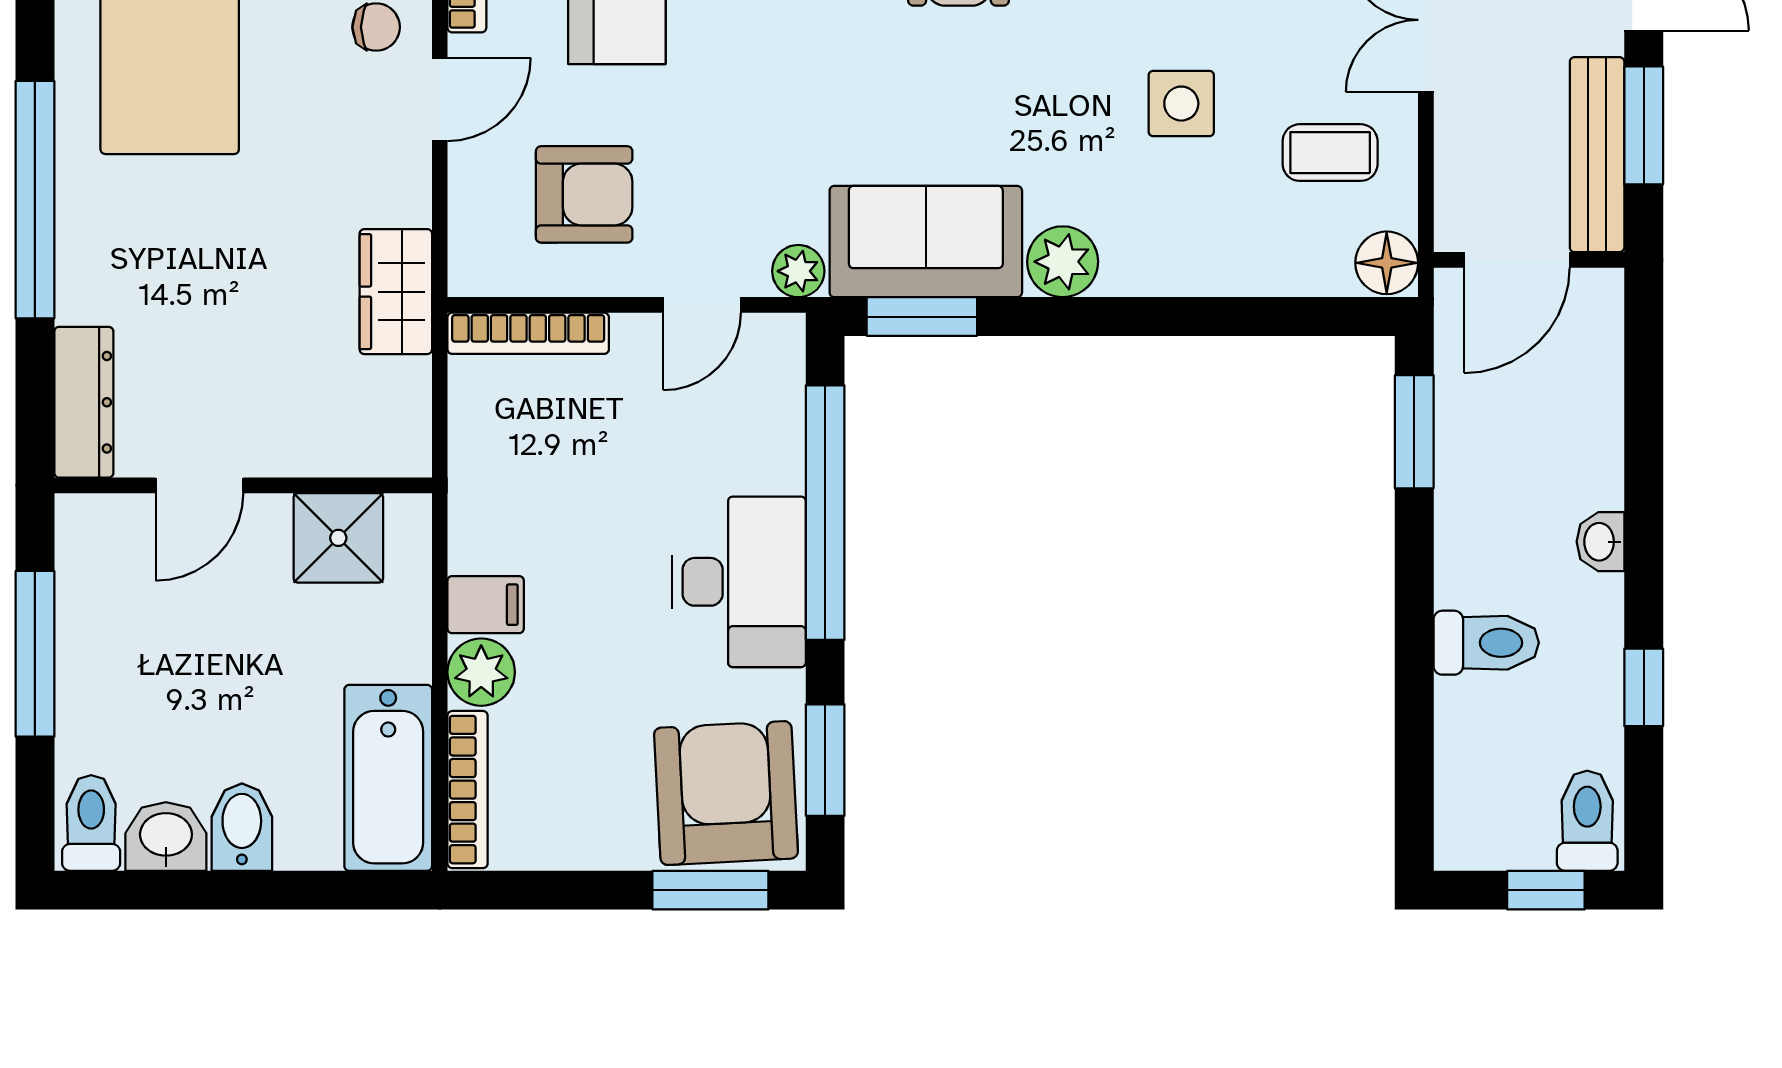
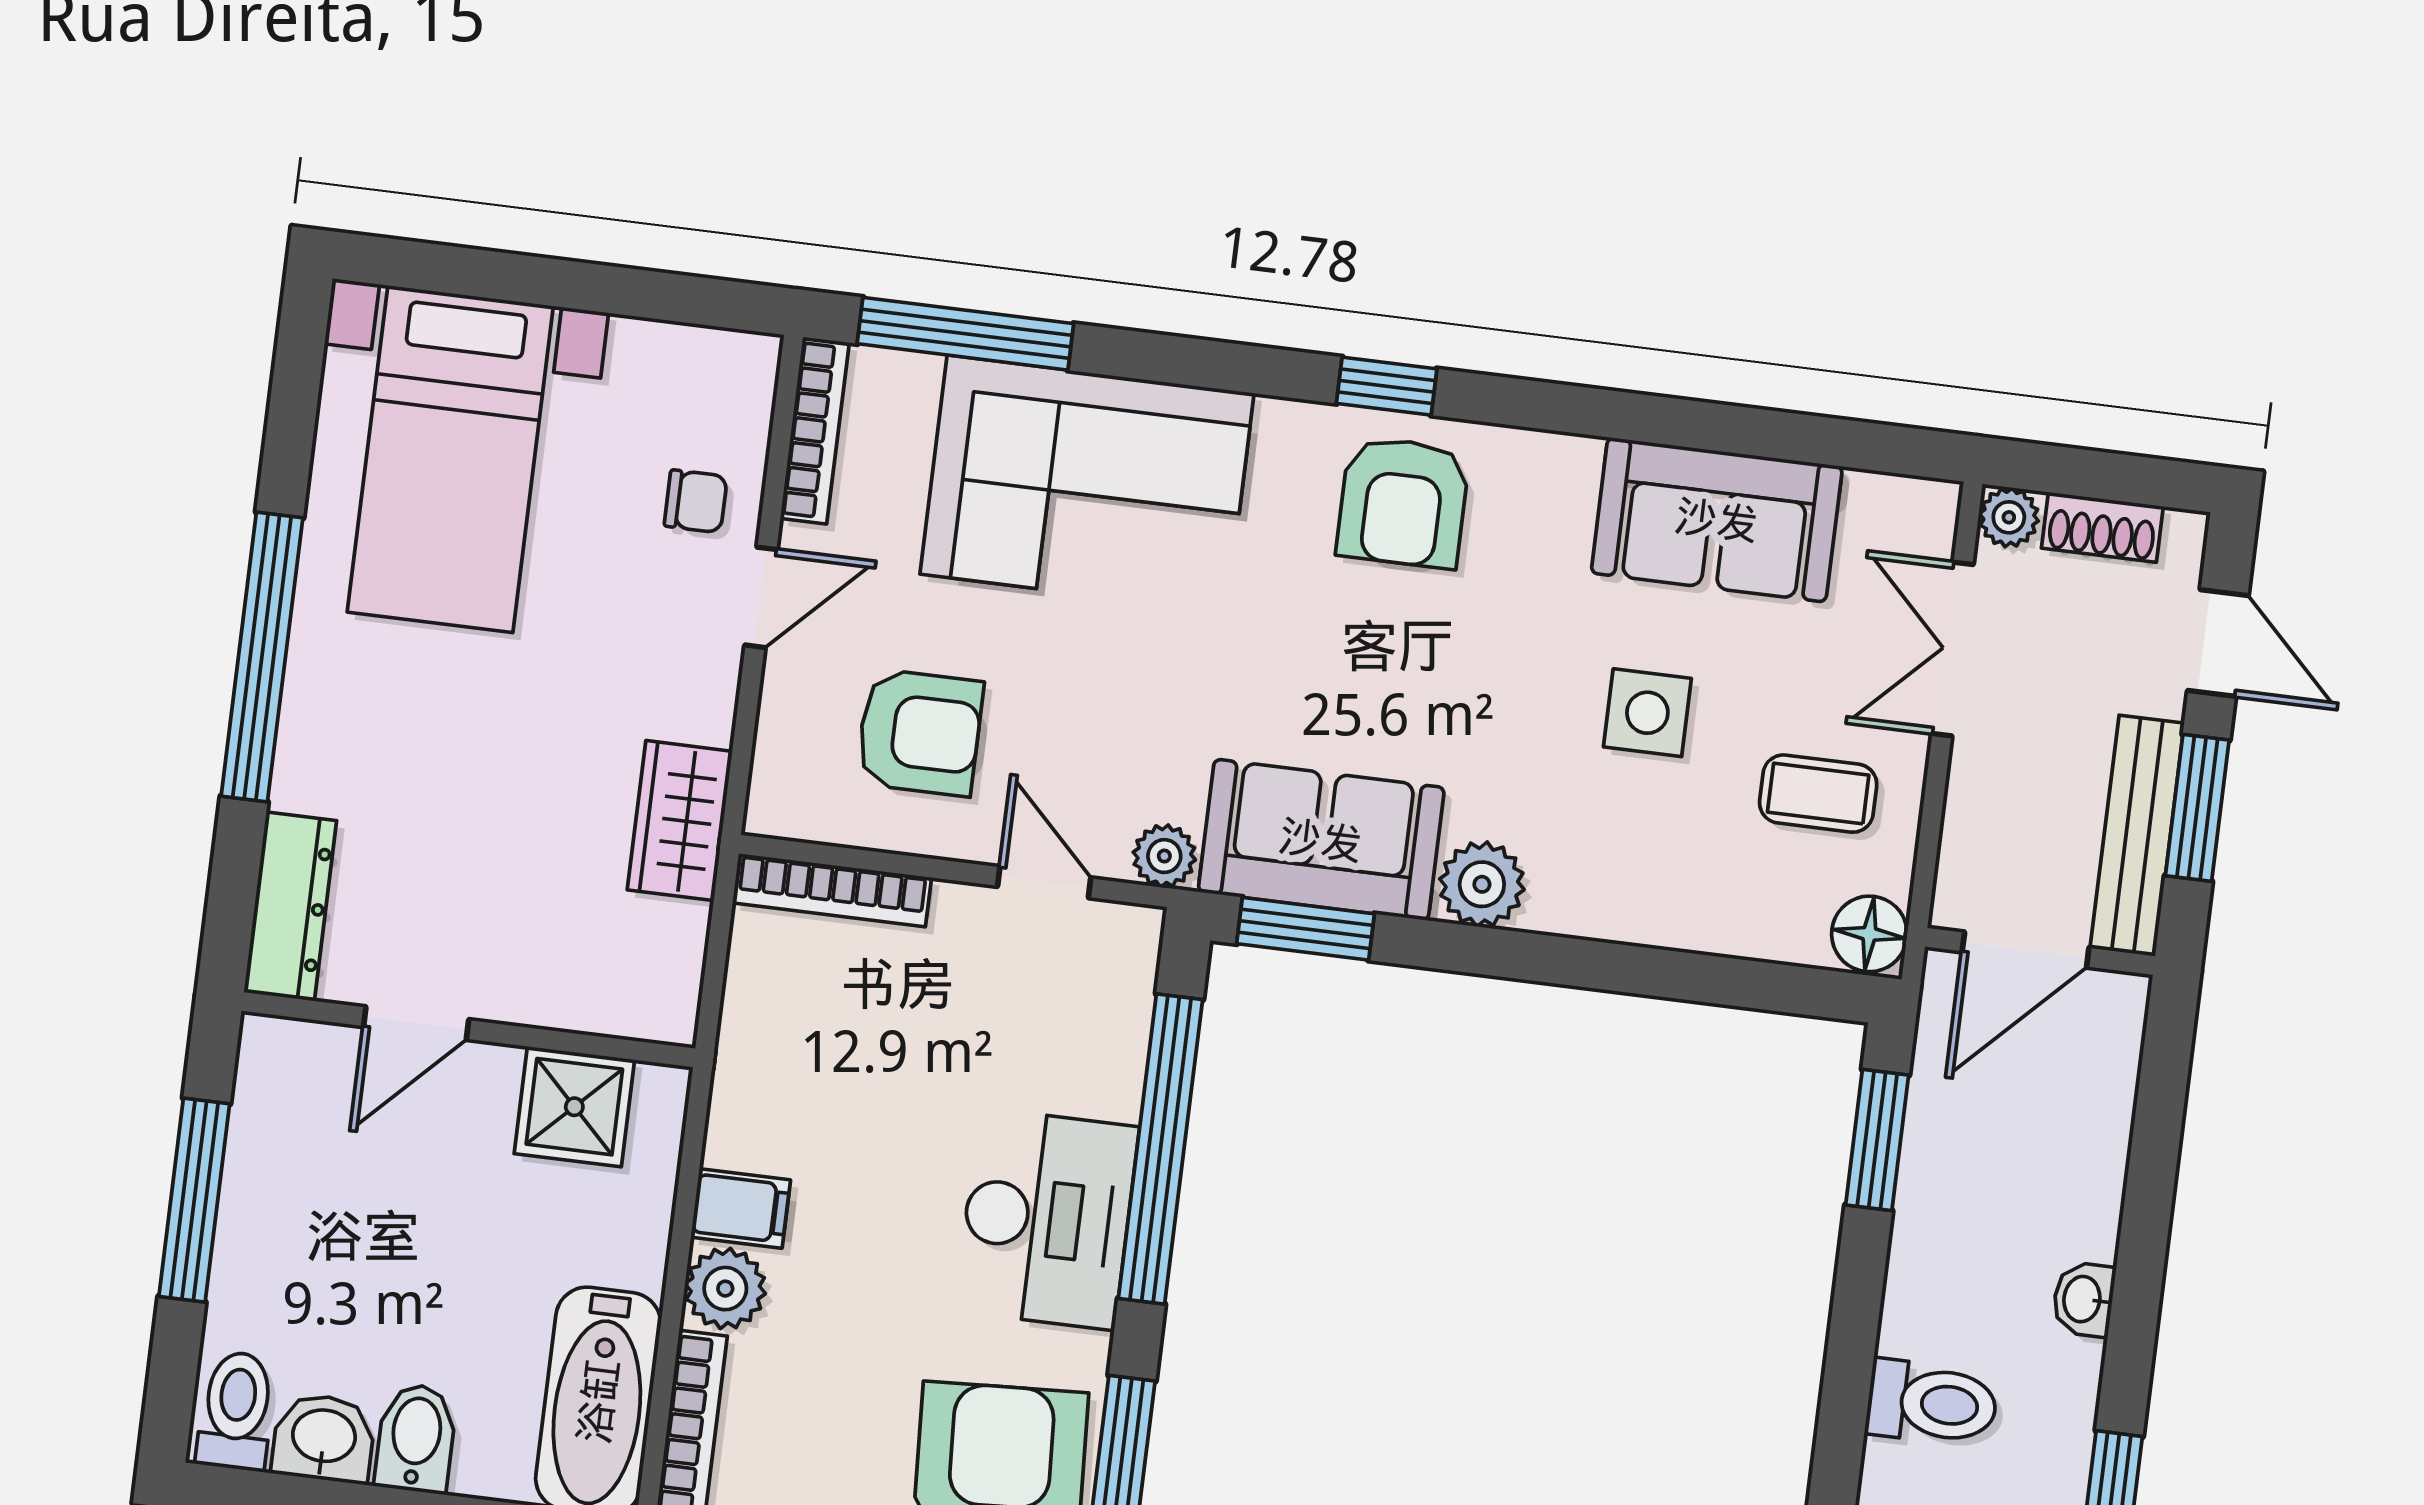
door: (702, 305) -> (1044, 882), swing flipped

